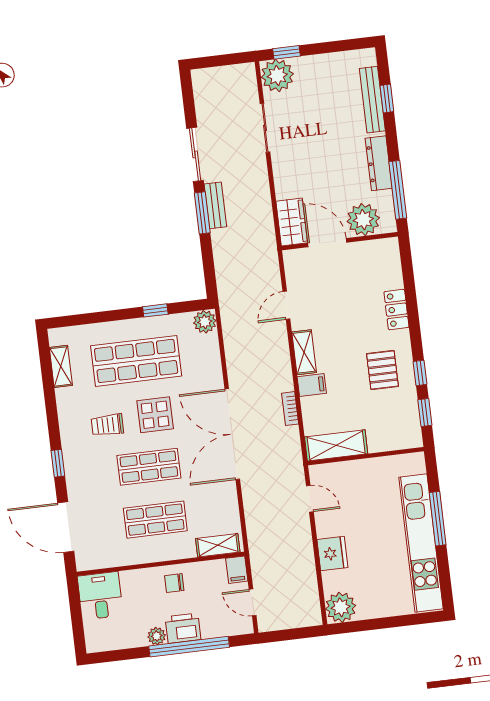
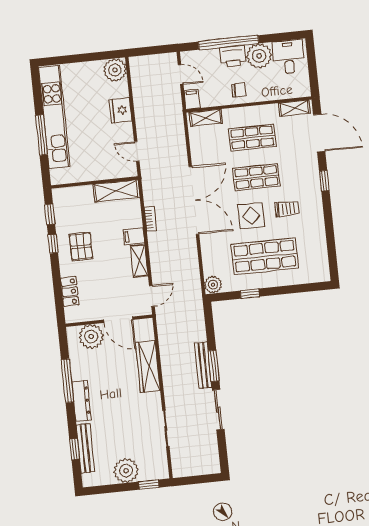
plant: (277, 75) -> (126, 471), moved
bench: (215, 205) -> (203, 365), width x1.36
plant: (363, 220) -> (91, 336), moved
wardrobe: (292, 222) -> (148, 366), width x1.50
wall: (340, 241) -> (109, 321), moved
door: (327, 243) -> (118, 320), moved
shelving: (61, 366) -> (294, 108), moved, turned 90
desk: (100, 596) -> (289, 57), moved, turned 180
plant: (157, 636) -> (259, 56), width x1.87, depth x1.87

